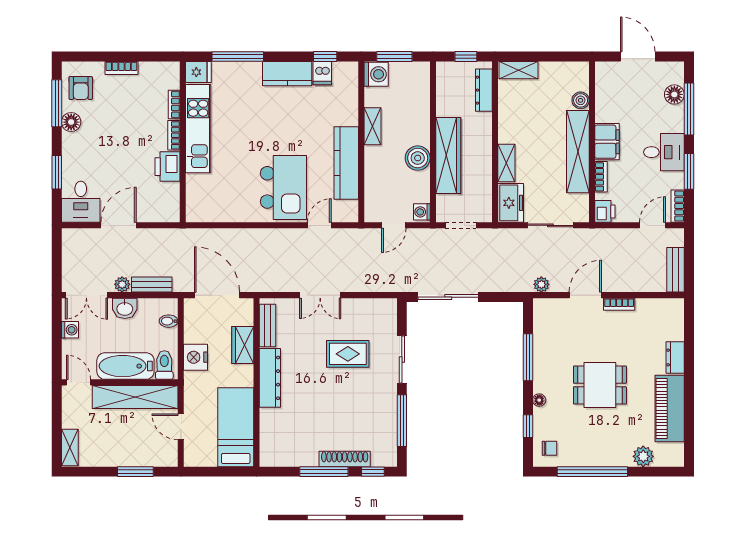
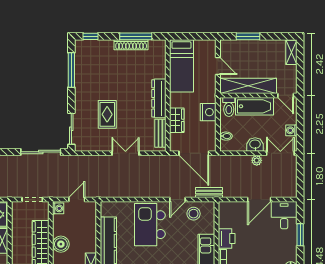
stool: (217, 204) -> (194, 214), added
door: (319, 225) -> (178, 200), moved
bench: (152, 285) -> (209, 193), moved
rug: (348, 354) -> (107, 114), turned 90
sliding door: (402, 359) -> (71, 129), moved
shoe rack: (345, 459) -> (131, 45), moved
window: (324, 472) -> (136, 36), moved

